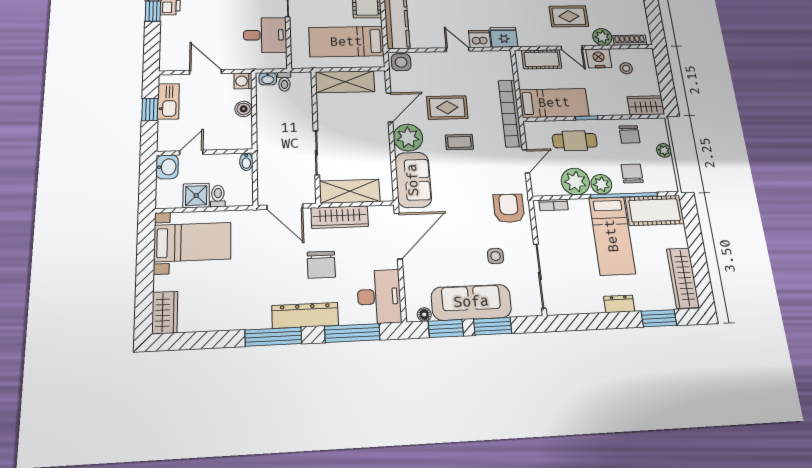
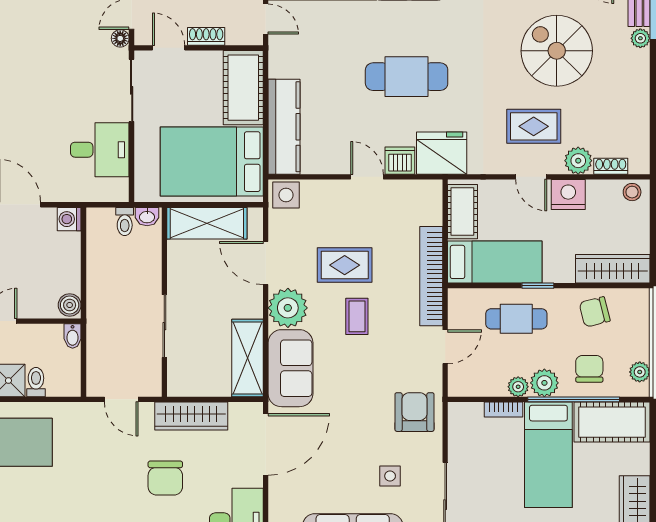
fridge: (504, 37) -> (442, 153), width x1.36, depth x1.34
shoe rack: (630, 40) -> (611, 166), width x0.70
bed: (346, 42) -> (212, 162), width x1.50
cot: (542, 59) -> (462, 212), moved, turned 90
stool: (626, 68) -> (632, 192), moved
washbasin: (268, 79) -> (147, 217), moved
wardrobe: (646, 105) -> (613, 269), width x1.50
door: (389, 107) -> (266, 263), swing flipped
boiler: (244, 109) -> (70, 305), moved
chair: (629, 134) -> (595, 312), turned 76
coffee table: (459, 142) -> (357, 316), turned 90
plant: (664, 150) -> (640, 372), moved
plant: (575, 182) -> (518, 387), width x0.53, depth x0.53
shelving: (350, 191) -> (247, 358), moved, turned 90
bookcase: (553, 205) -> (504, 410), moved
door: (285, 207) -> (121, 399), width x0.73

